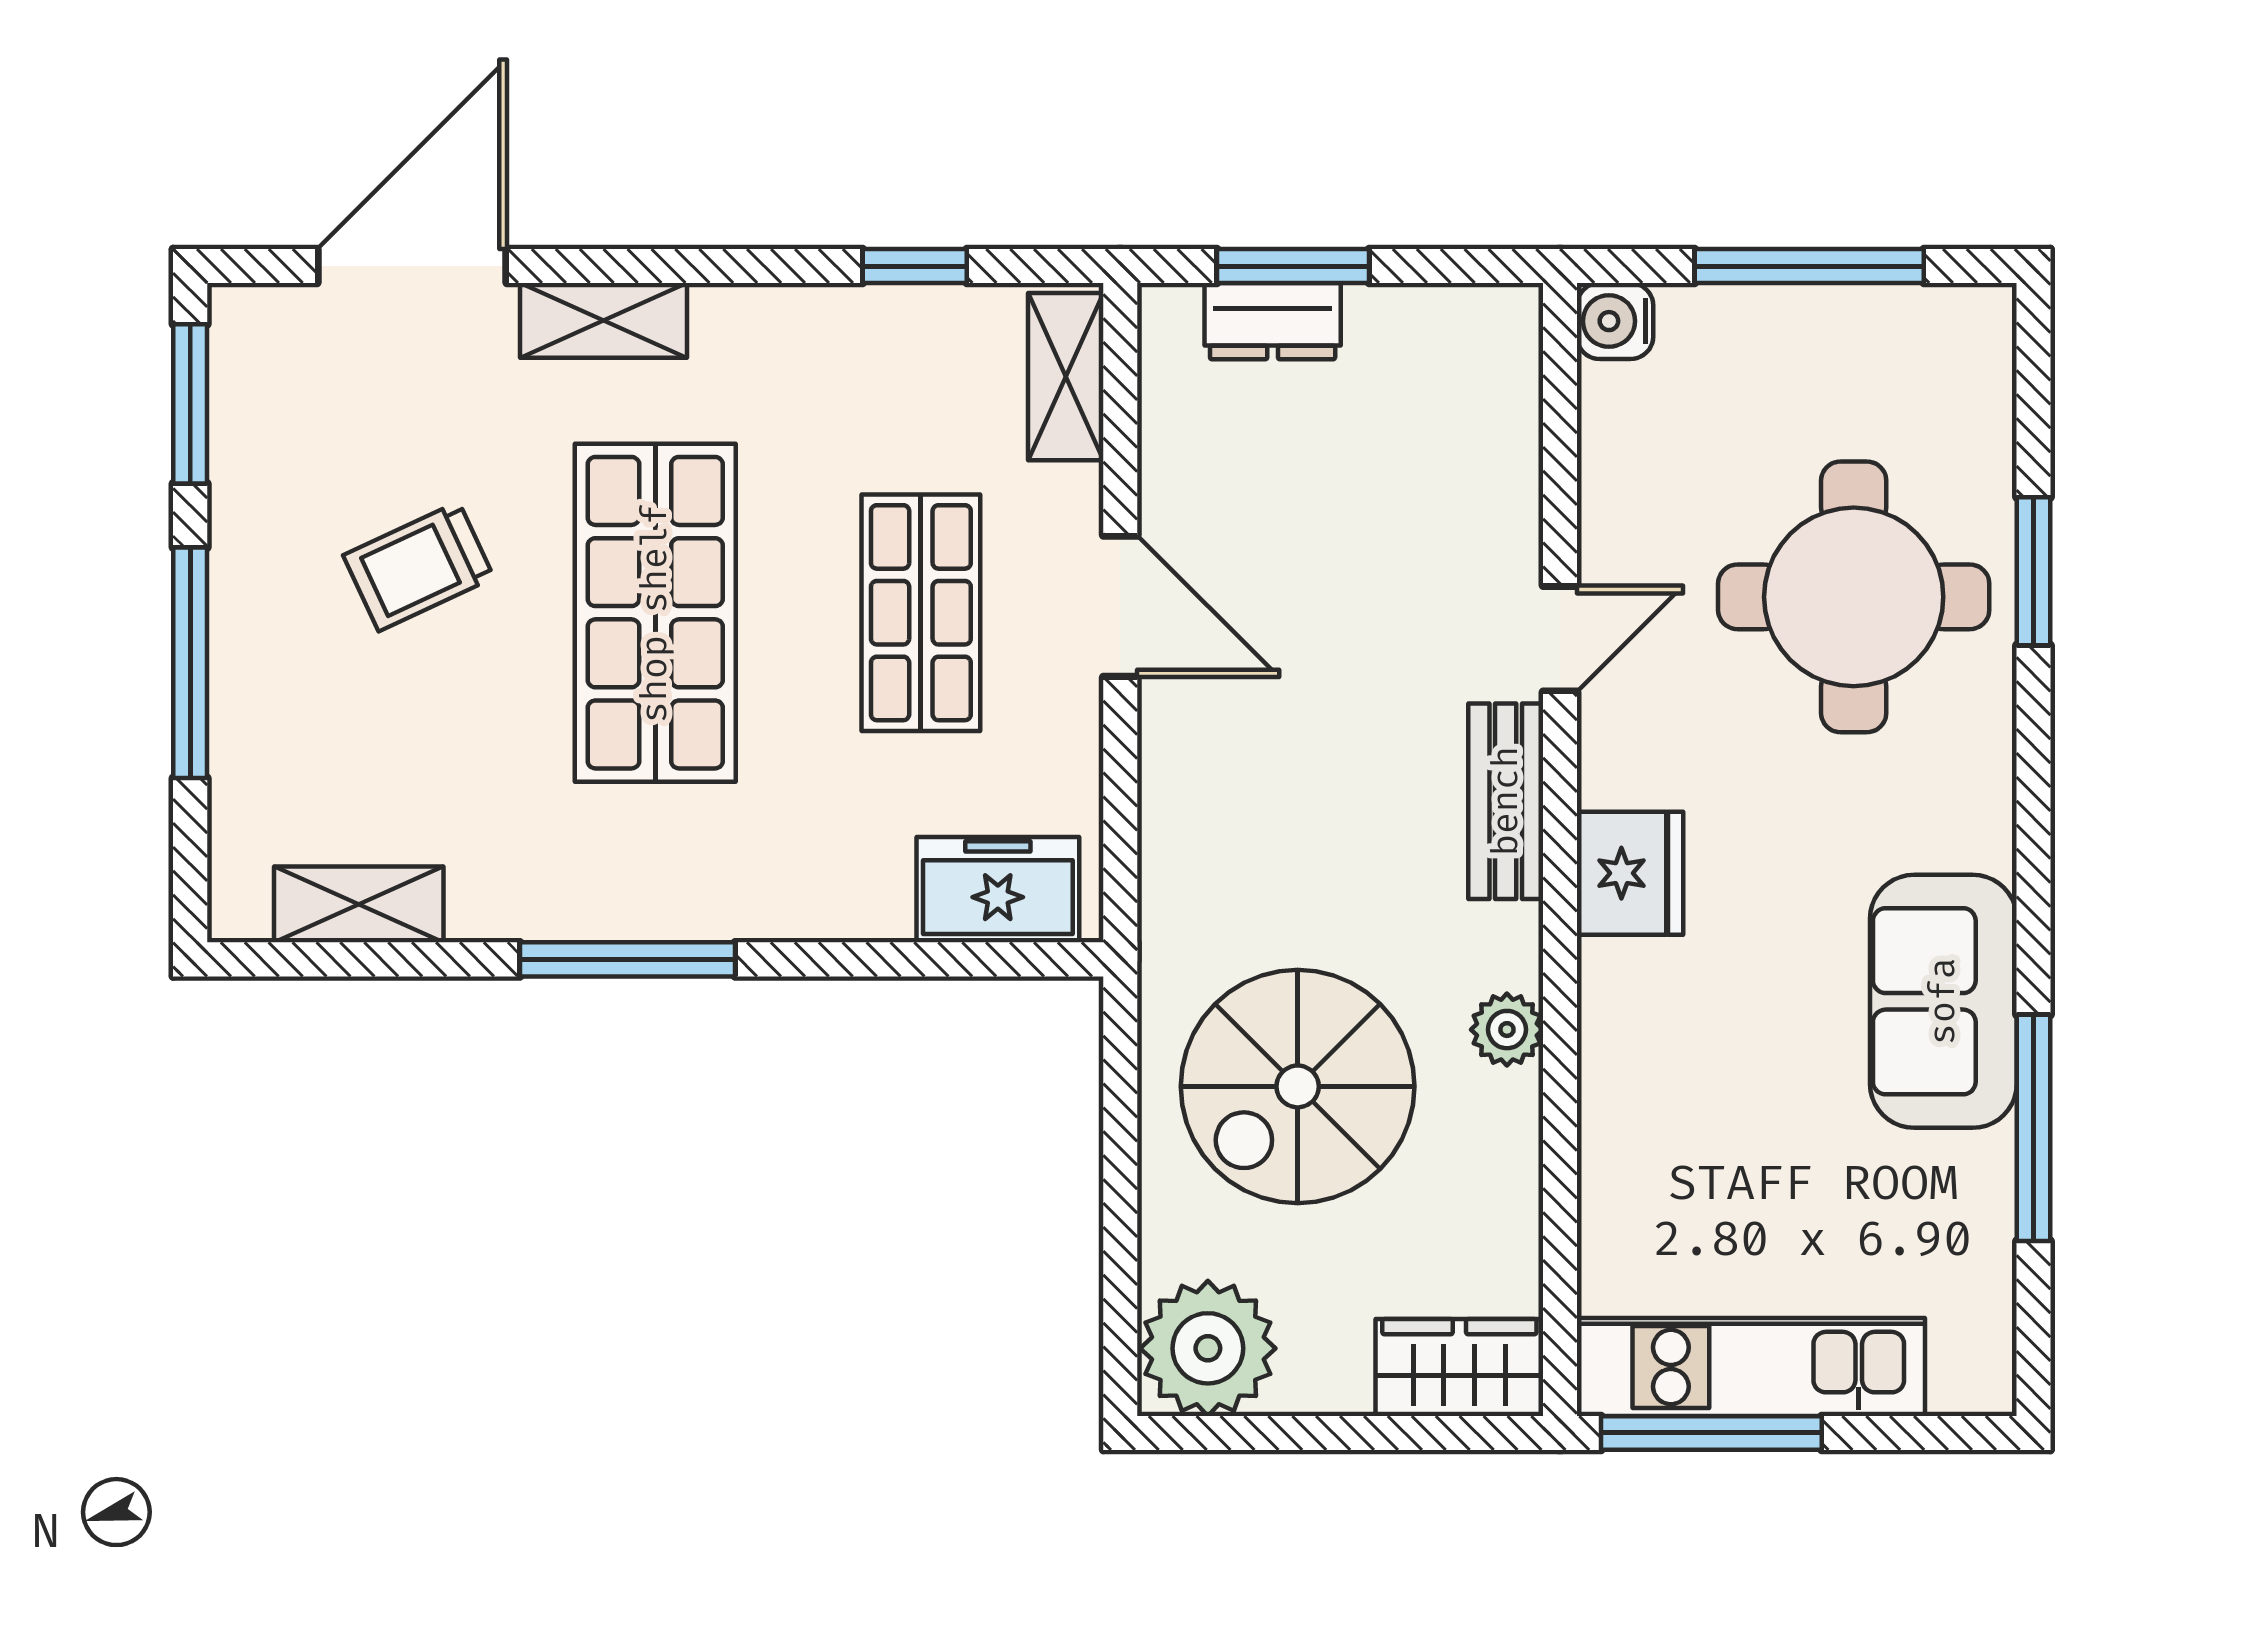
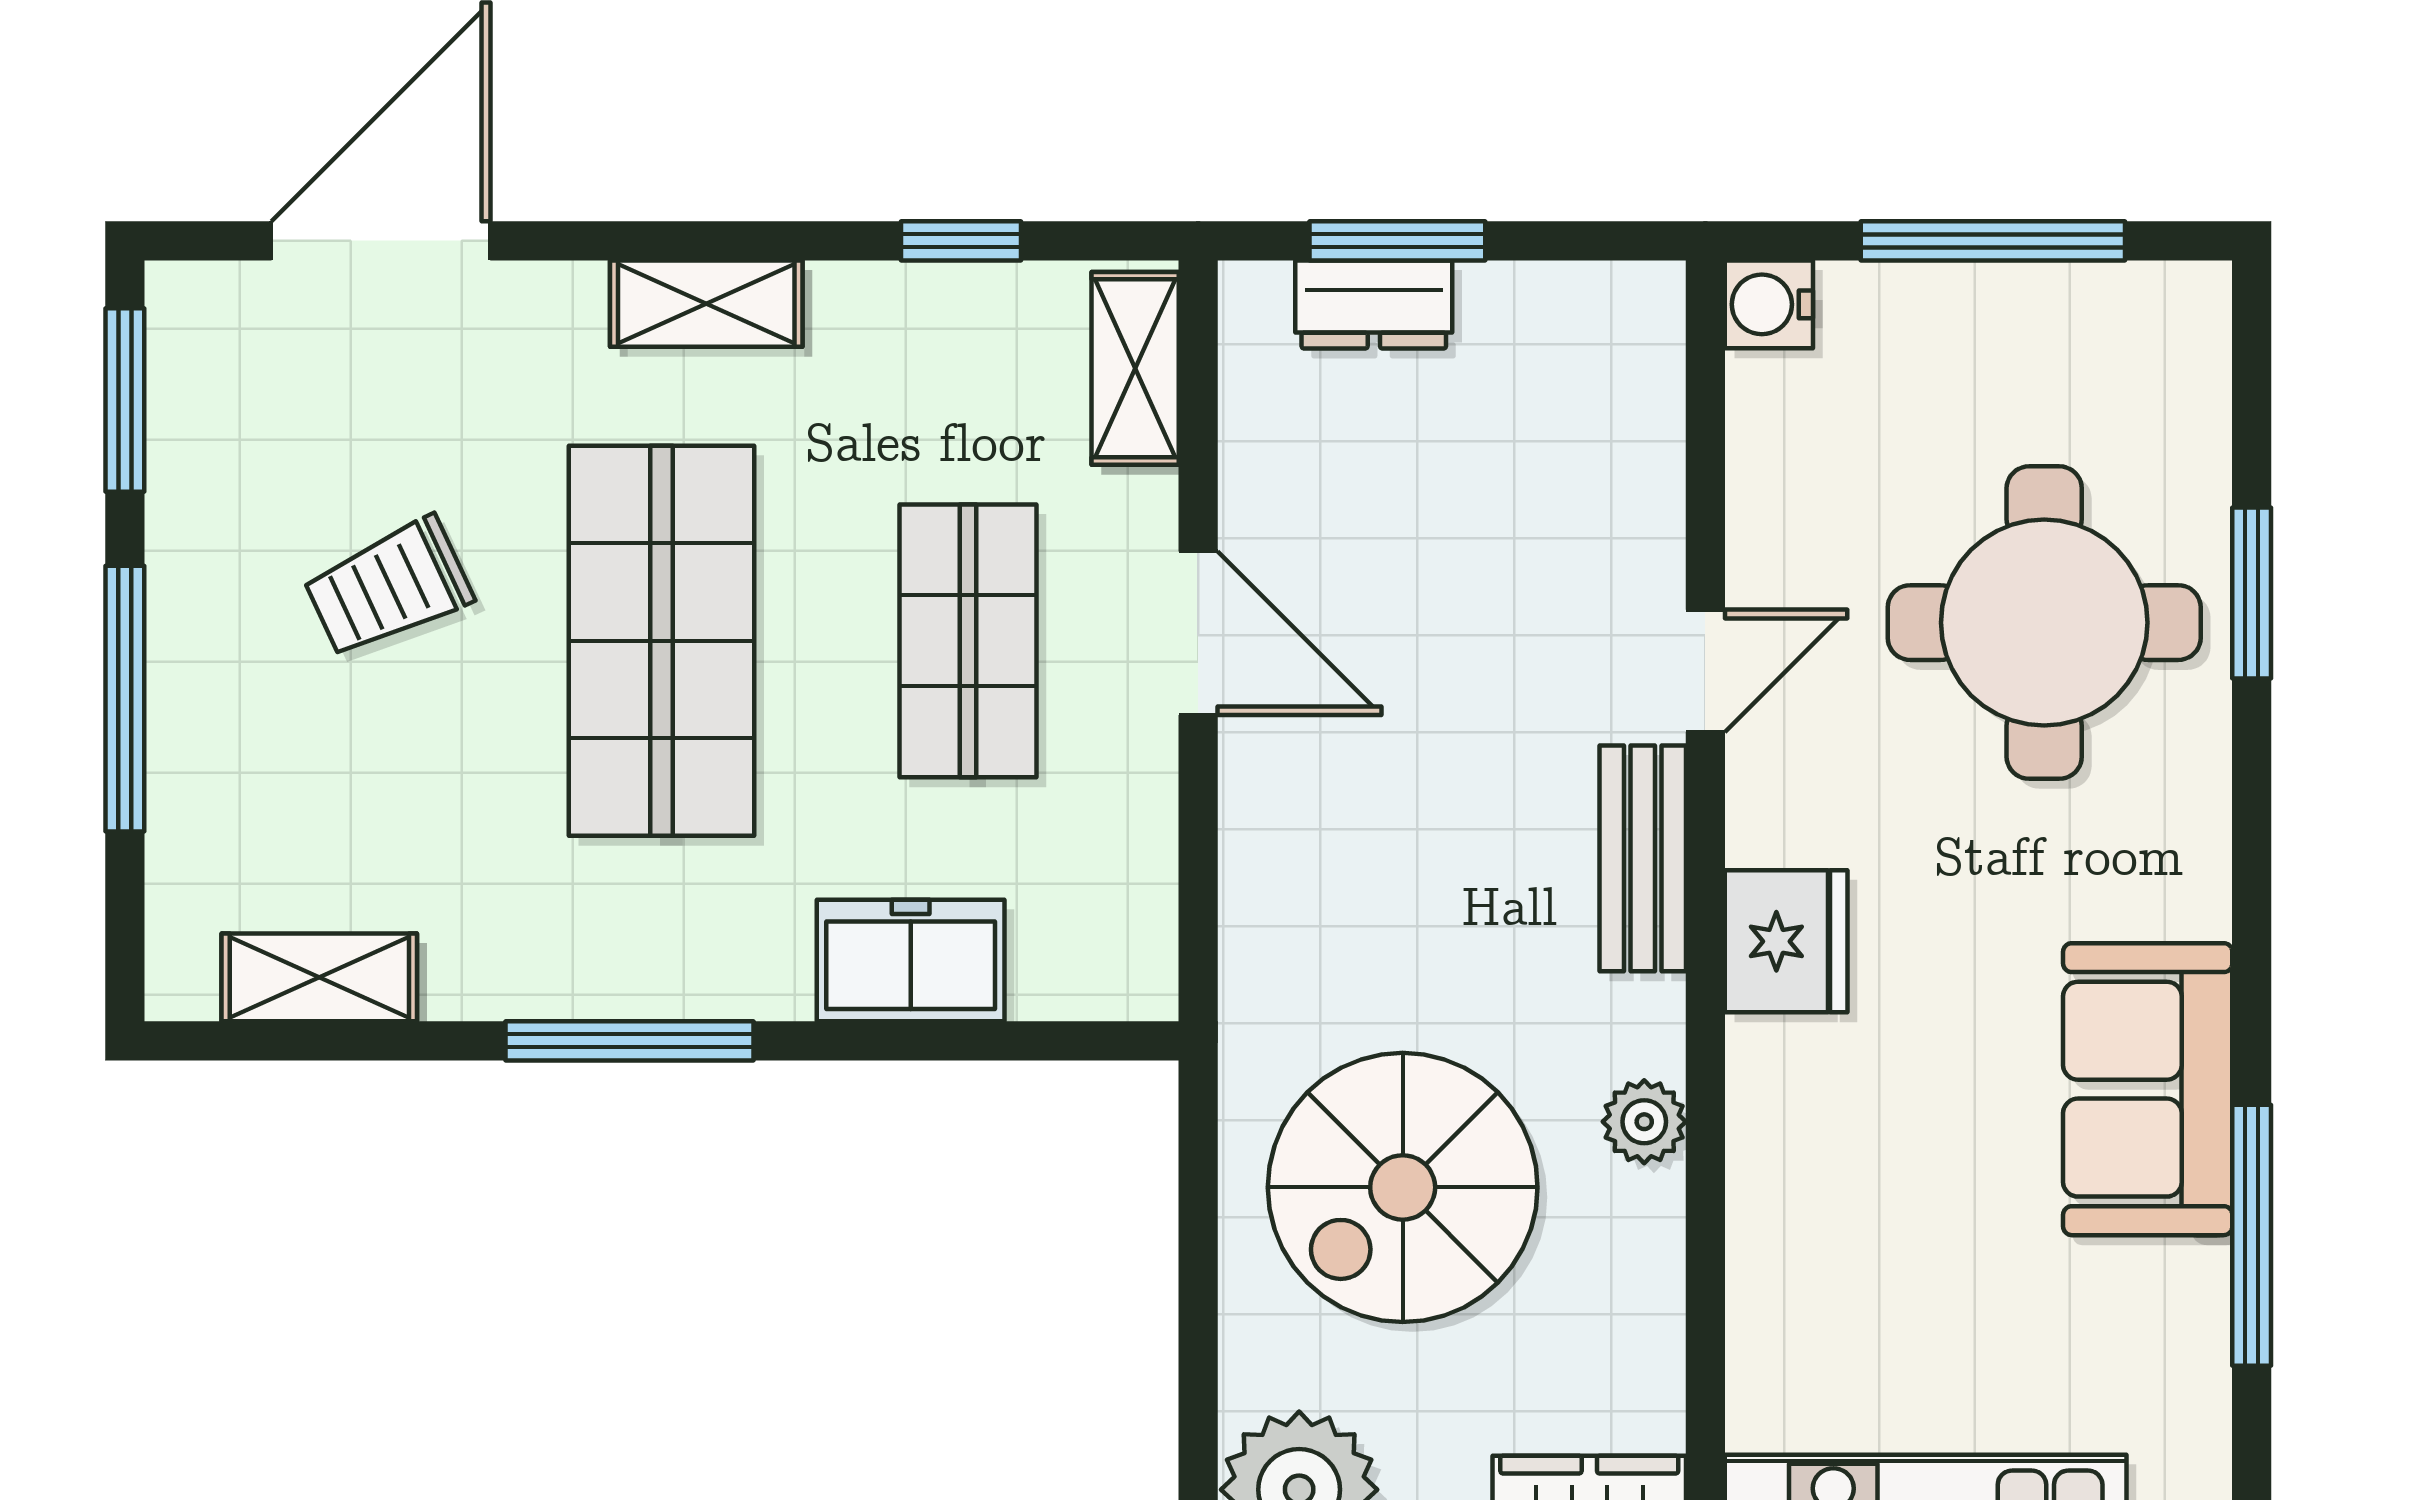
shelving: (603, 320) -> (706, 304), moved
freezer: (998, 890) -> (911, 960), moved

